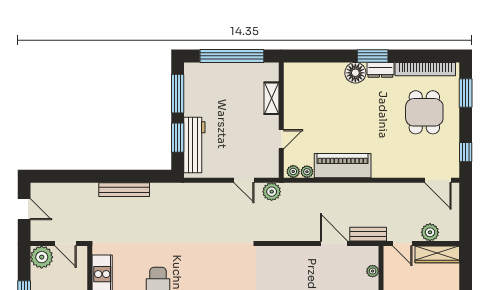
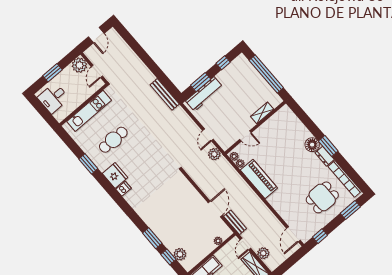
window: (178, 94) -> (223, 63), width x0.46
bench: (124, 190) -> (165, 94), moved

